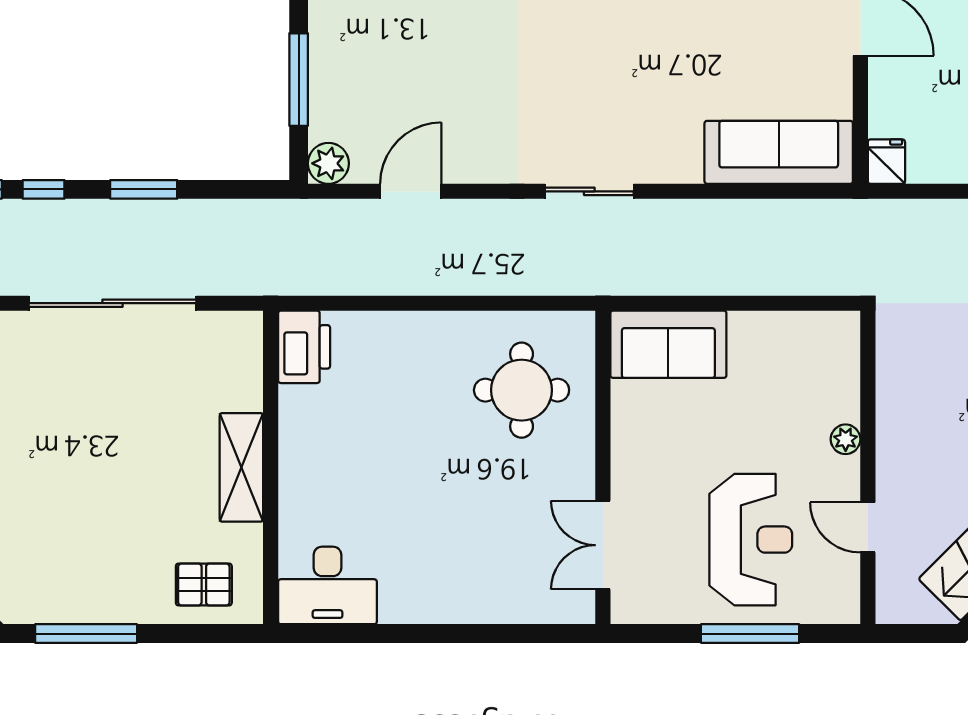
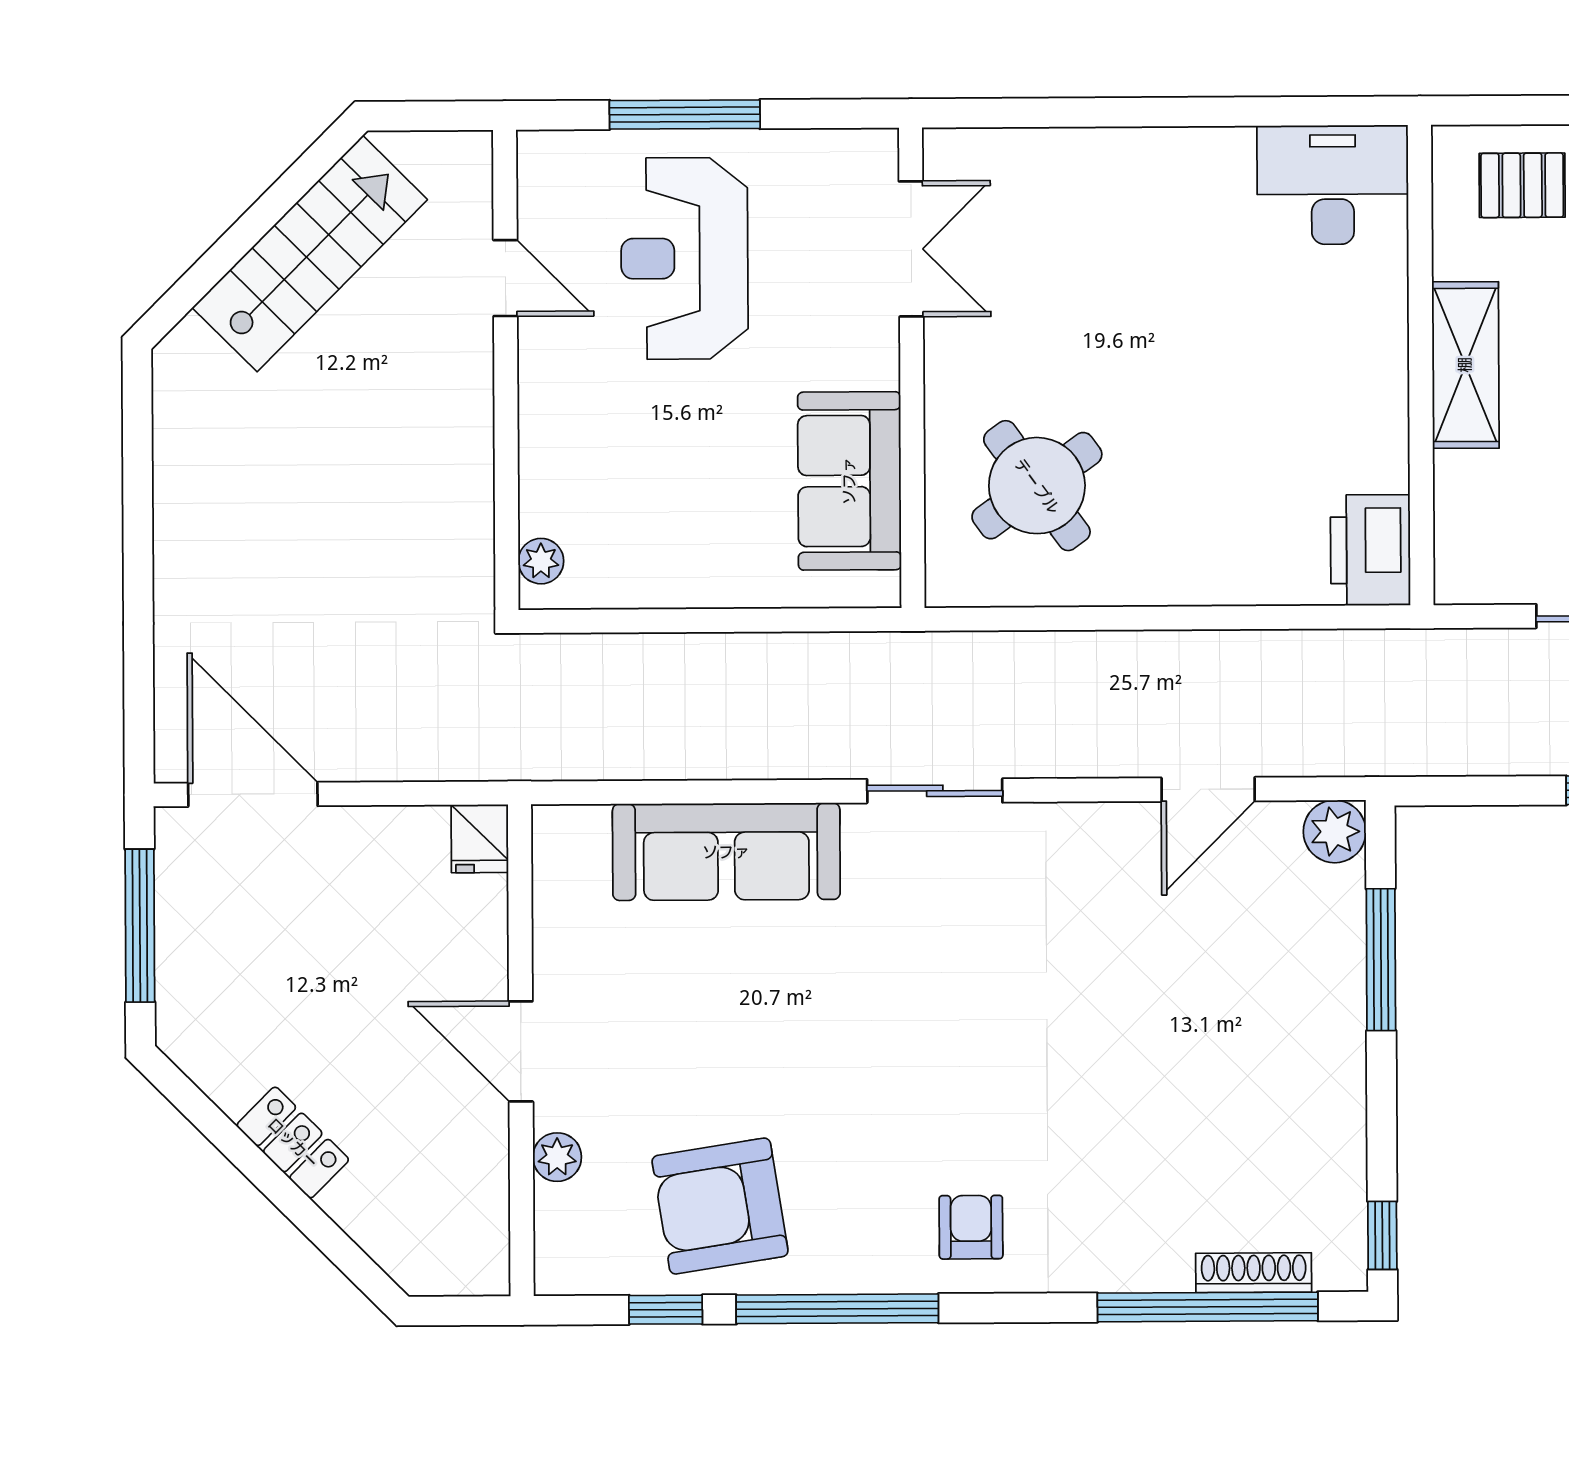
sofa: (779, 152) -> (726, 852), moved
sofa: (668, 344) -> (849, 481), moved, turned -90
round table: (522, 390) -> (1037, 486), turned -36
plant: (846, 439) -> (541, 561), moved

